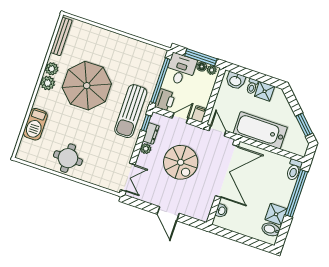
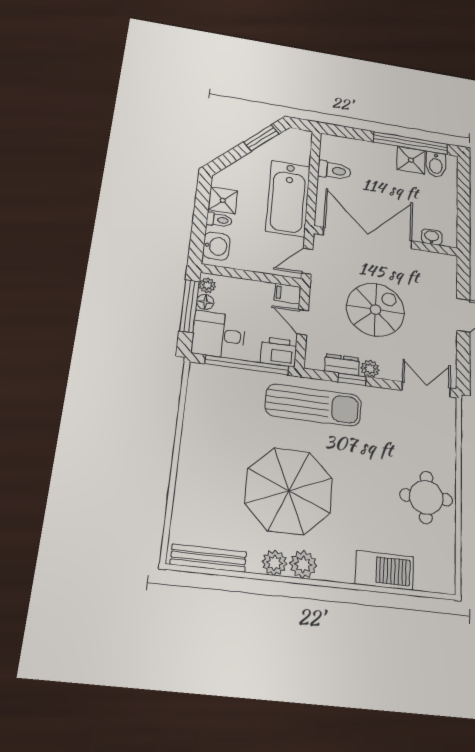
window: (146, 123) -> (352, 379), moved
toilet: (294, 170) -> (334, 170), moved
window: (296, 193) -> (411, 143), moved

